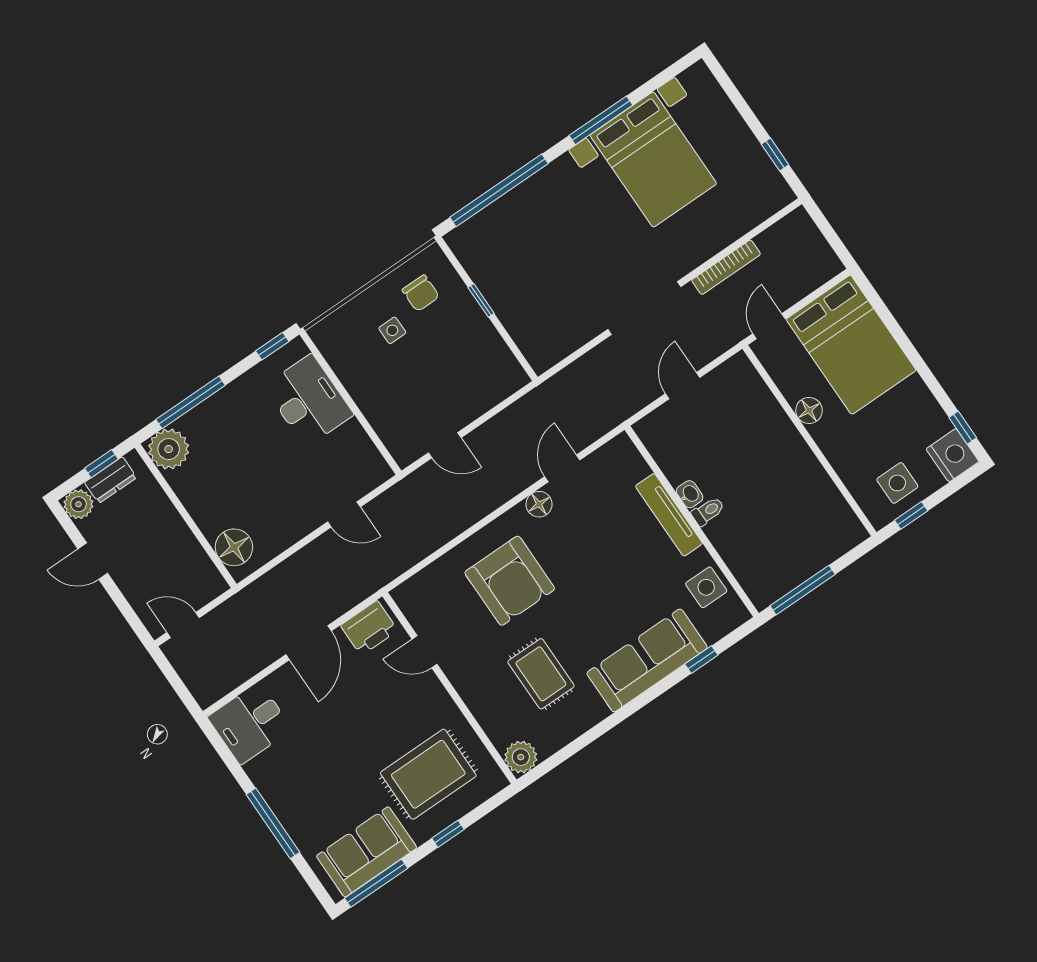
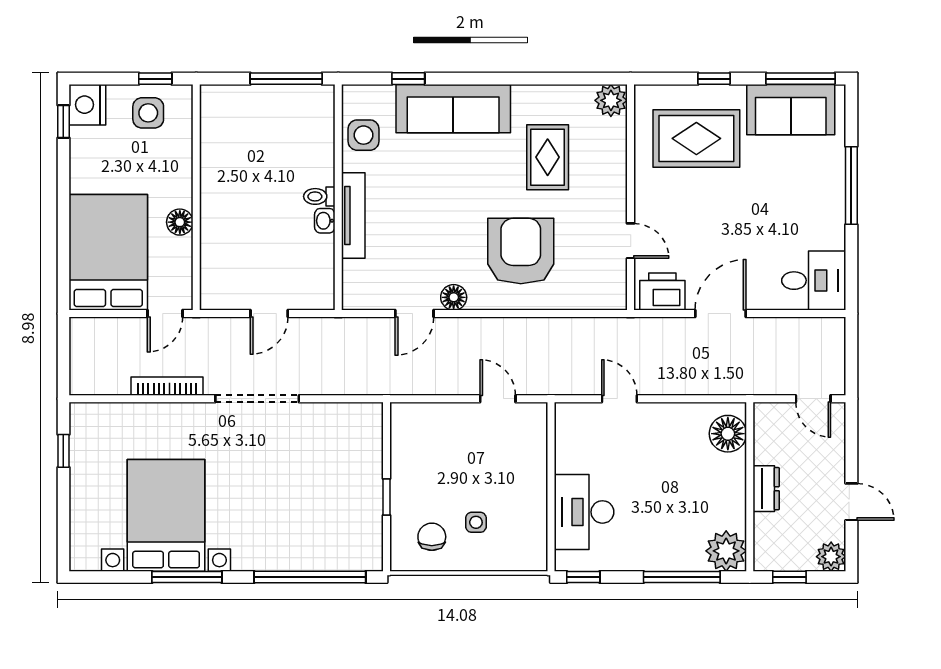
dresser: (111, 480) -> (766, 489), moved, turned 90

